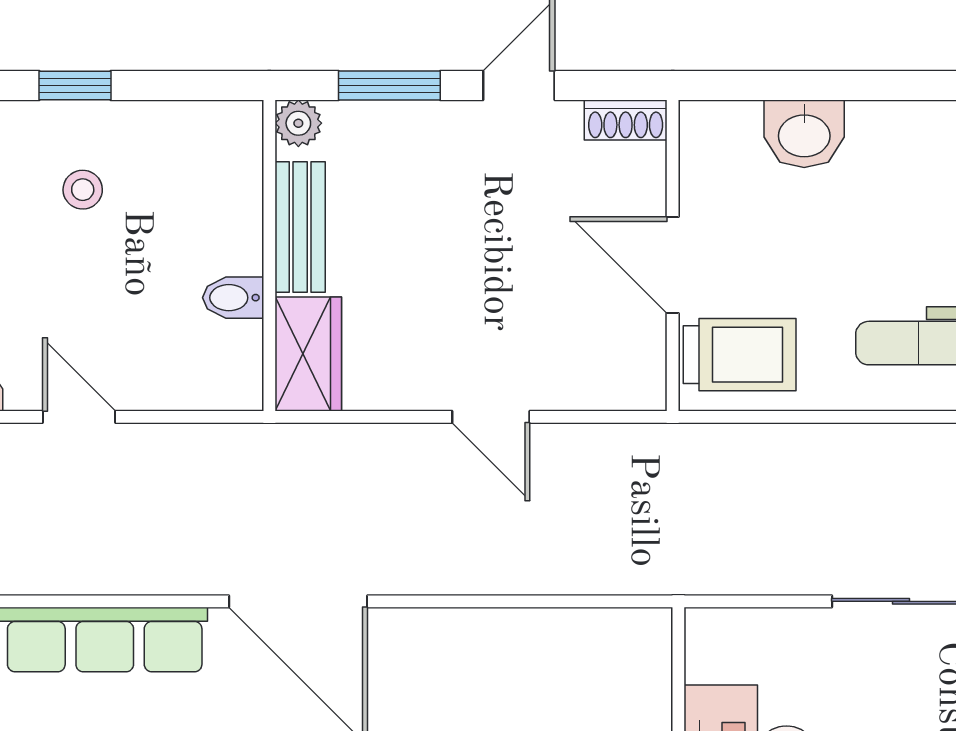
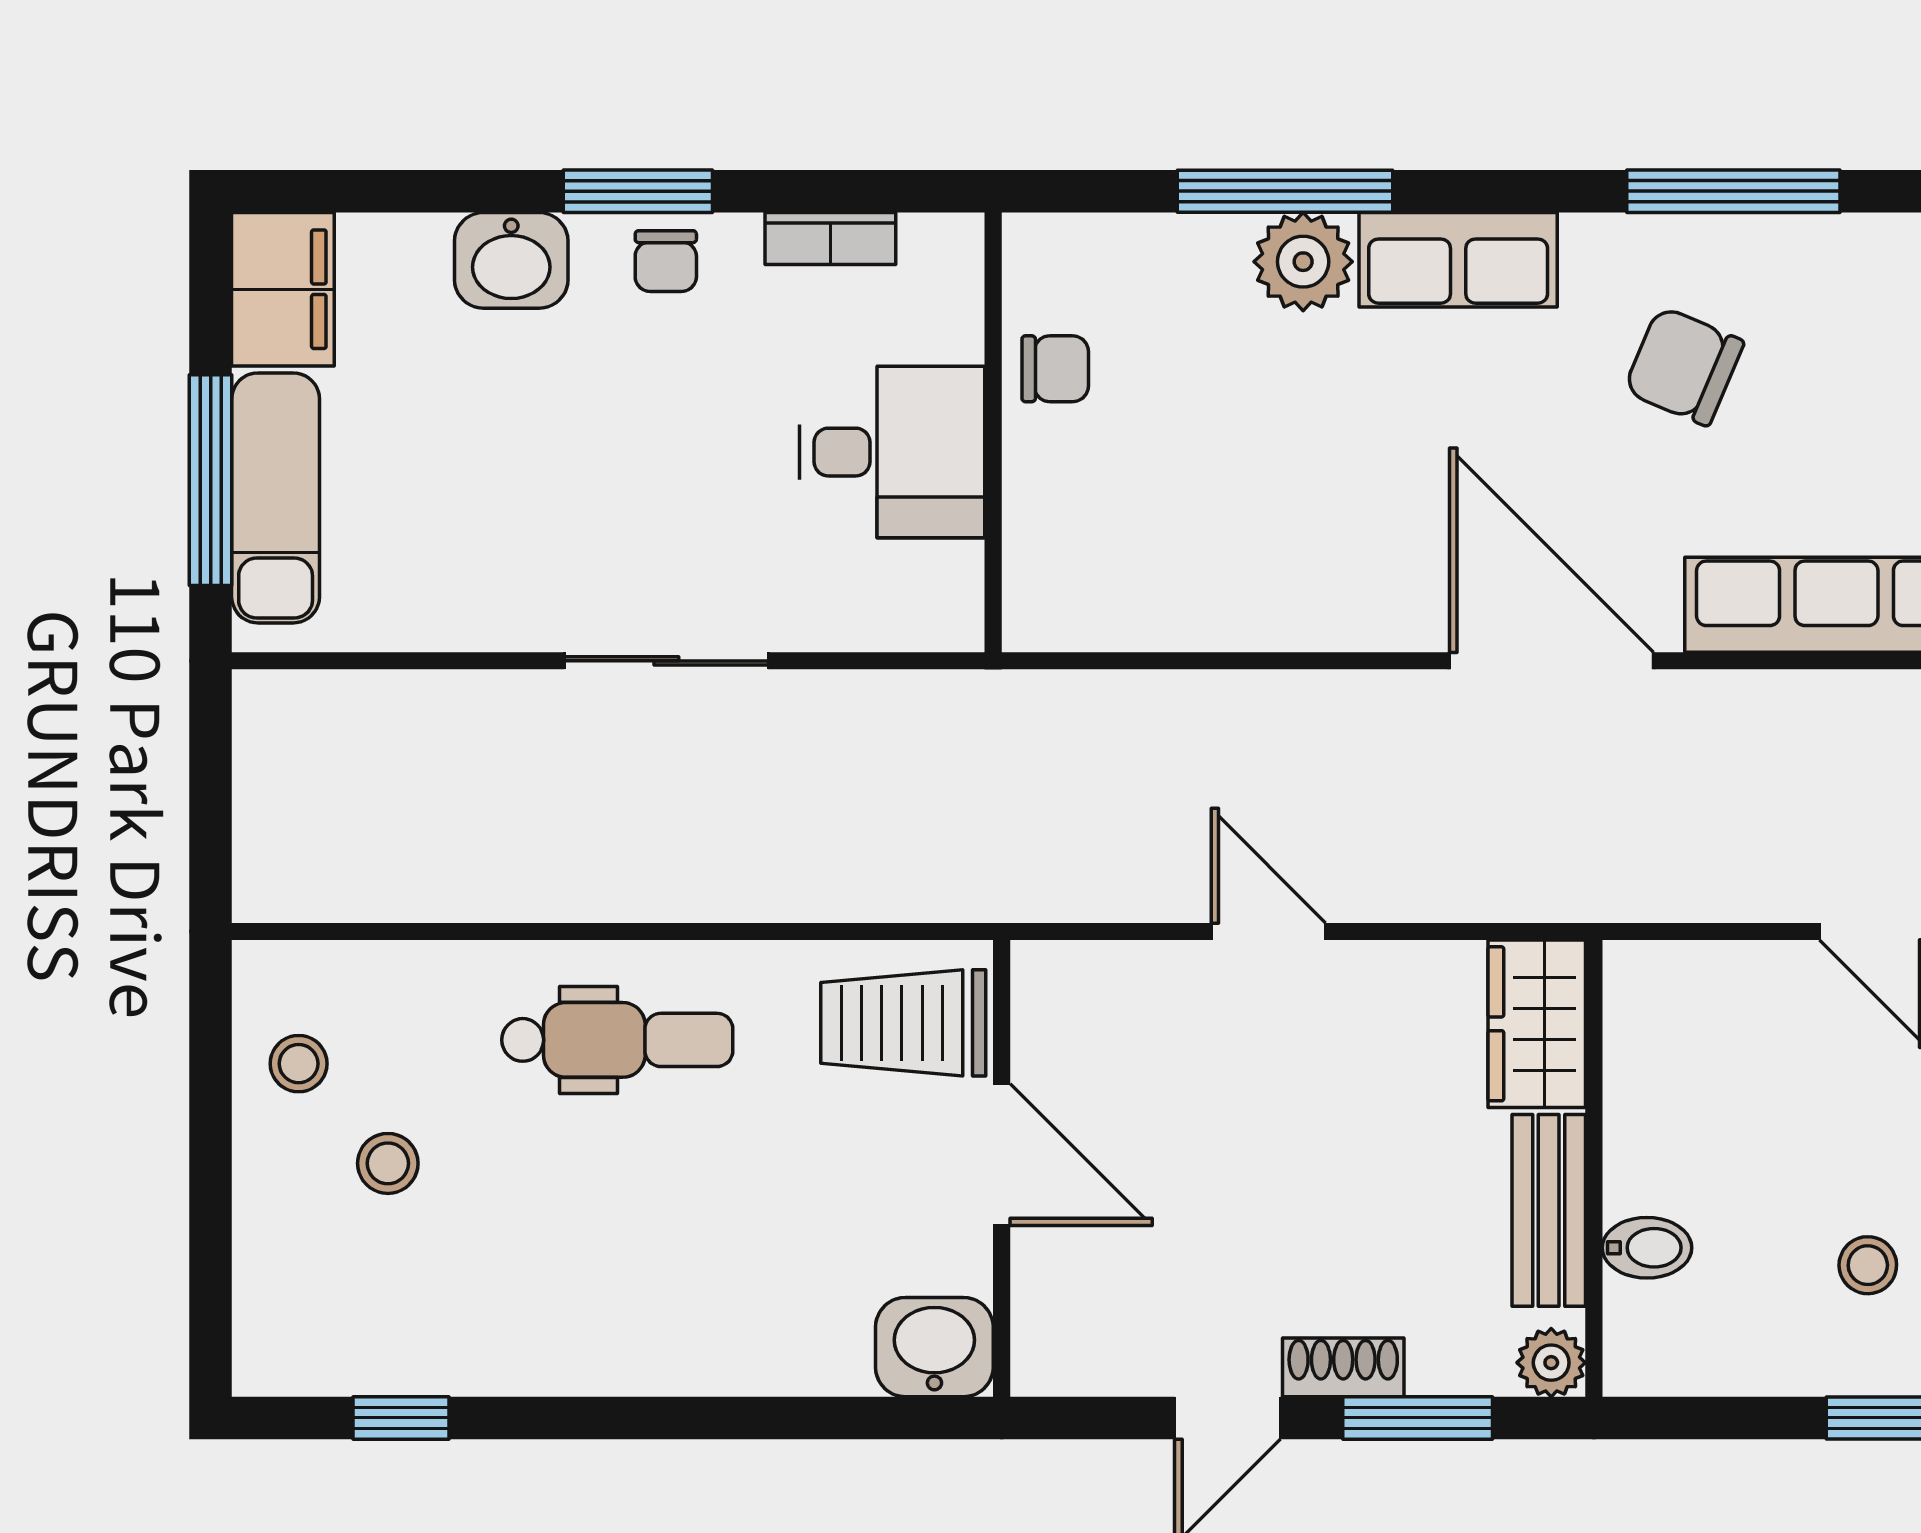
shoe rack: (626, 120) -> (1343, 1367), moved
washbasin: (804, 134) -> (934, 1347), moved
bidet: (233, 298) -> (1647, 1248), moved

